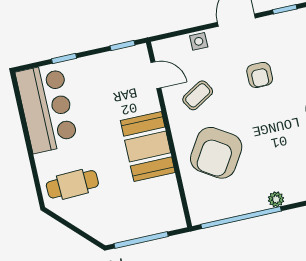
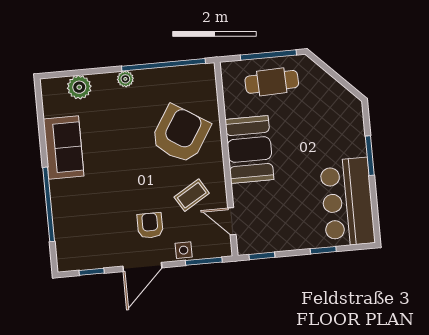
window: (178, 33) -> (204, 261), added
armchair: (260, 75) -> (150, 225), moved
window: (31, 156) -> (370, 156), added
cafe table: (72, 184) -> (272, 82), moved

